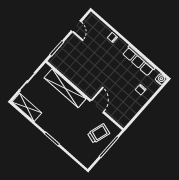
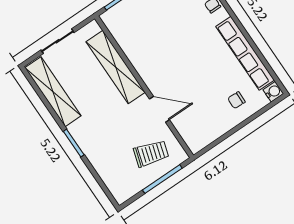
row of seats: (139, 61) -> (245, 53), width x1.36
door: (97, 106) -> (159, 109), hinge flipped
shelving: (27, 107) -> (53, 92), width x1.47

